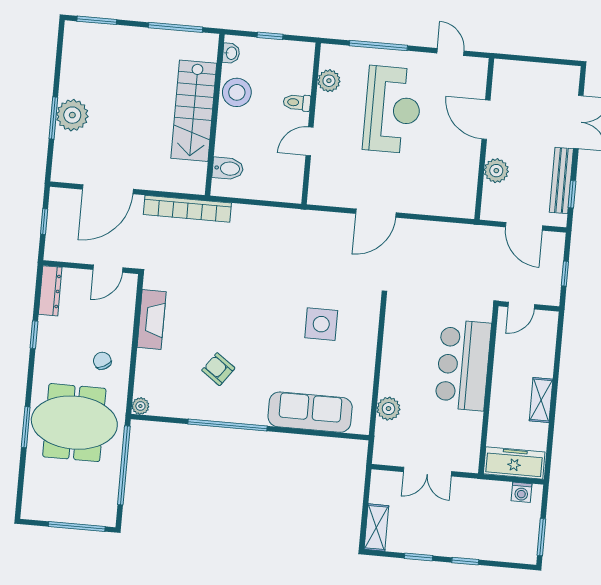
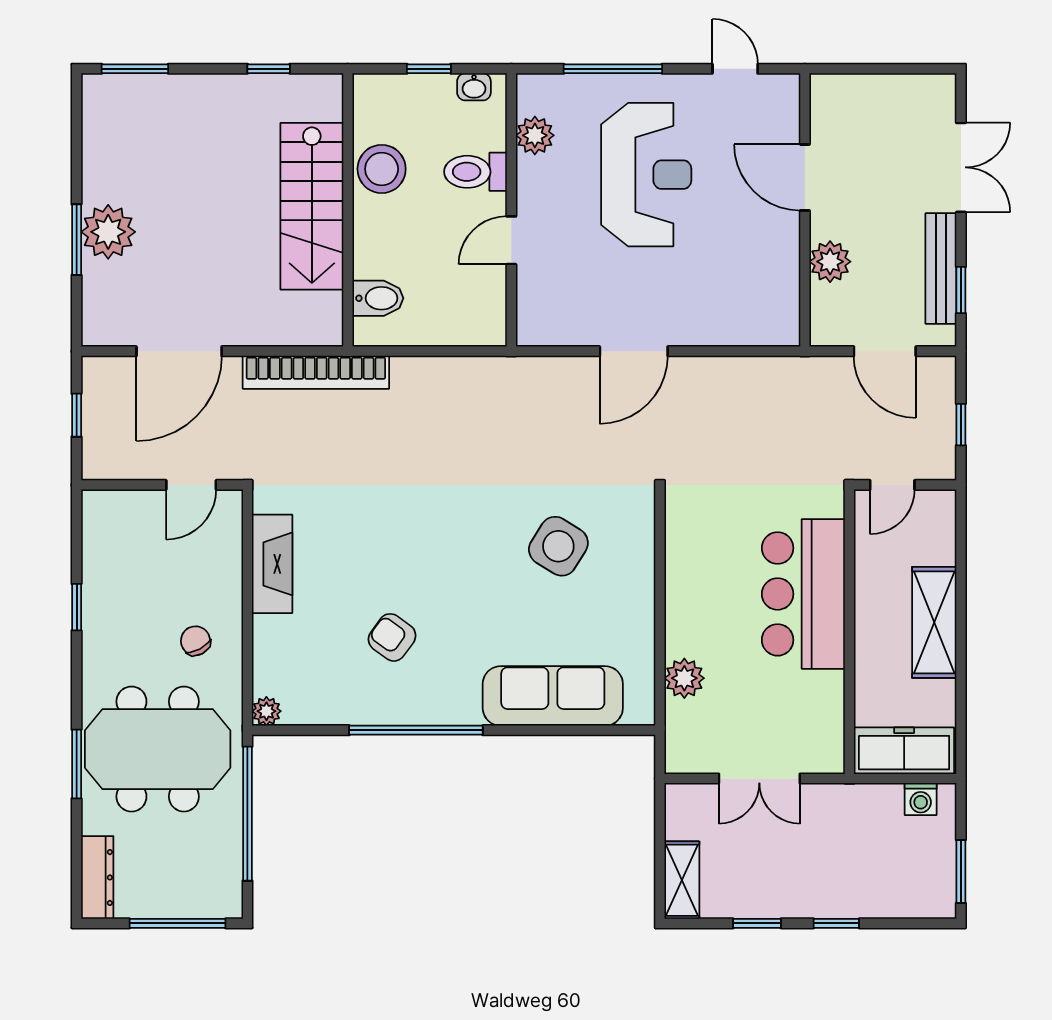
window: (175, 27) -> (269, 69), width x0.46
washbasin: (231, 53) -> (474, 87), moved, turned 90
toilet: (297, 103) -> (475, 172), width x1.37, depth x1.39
dresser: (50, 291) -> (97, 877), moved
side table: (321, 324) -> (558, 546), turned 32
shelving: (541, 400) -> (934, 622), width x1.50, depth x1.33

